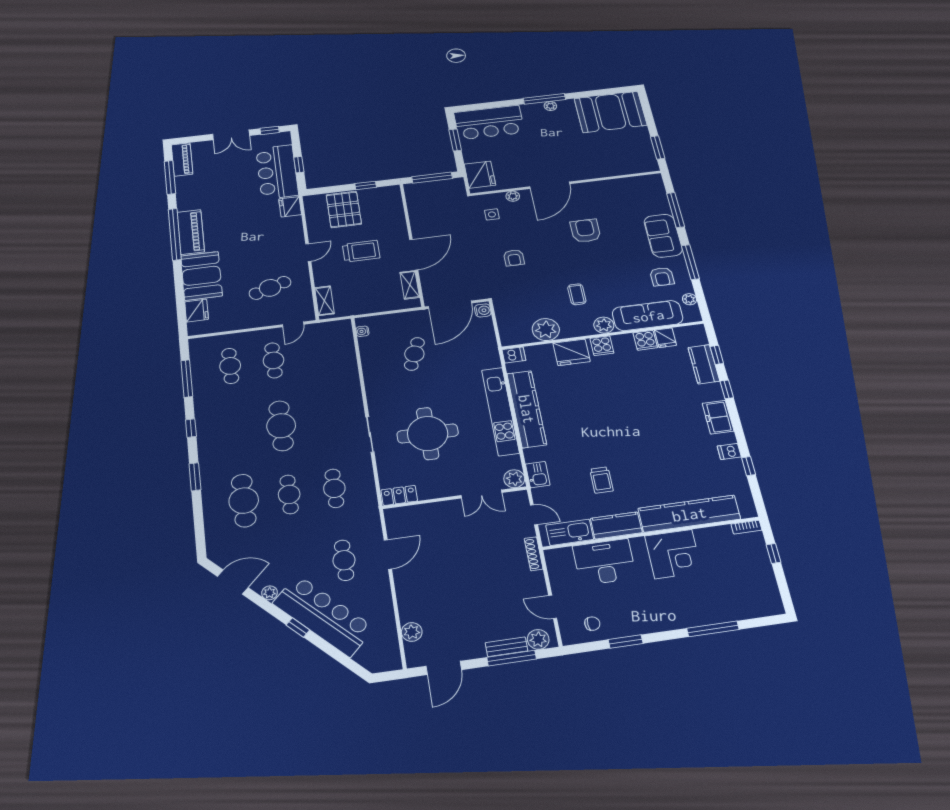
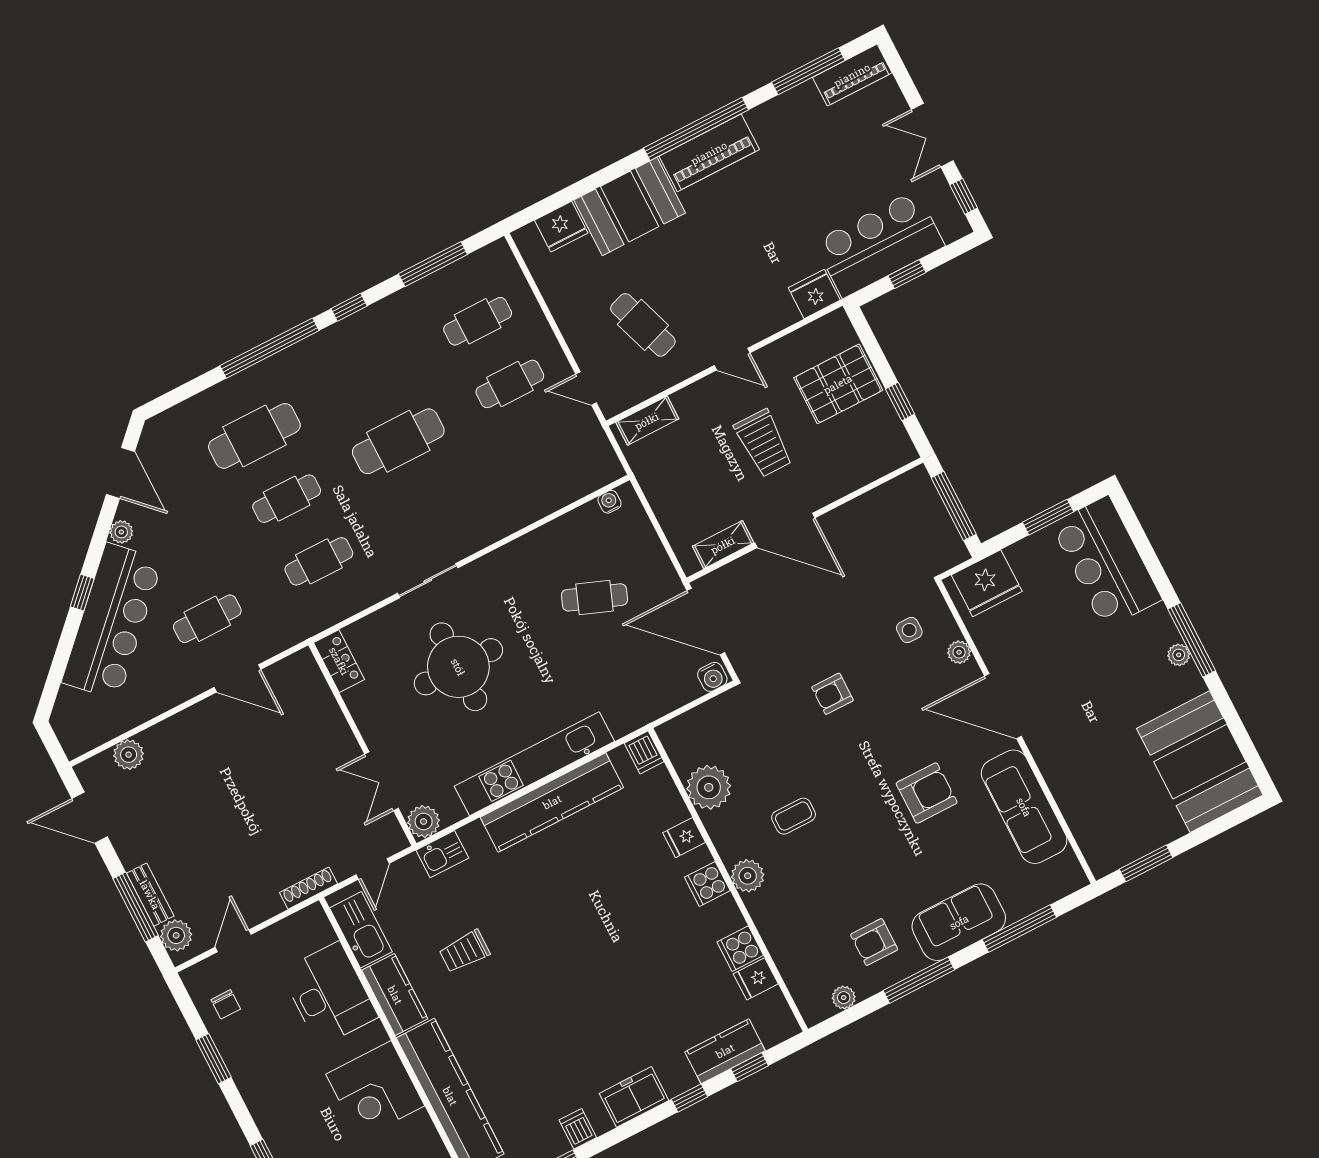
sofa: (648, 316) -> (1024, 807), moved, turned 180
fridge: (572, 352) -> (684, 838), width x0.53, depth x0.75
window: (195, 477) -> (269, 348), width x2.11

